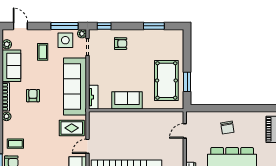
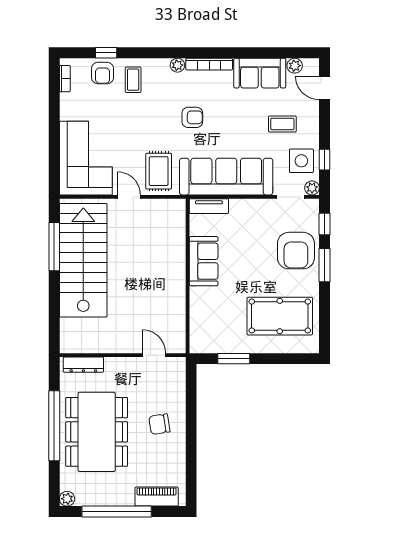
door: (20, 26) -> (324, 88), swing flipped
window: (65, 26) -> (324, 160), width x0.46
window: (154, 26) -> (324, 265), moved
armchair: (121, 44) -> (296, 251), width x1.88, depth x1.88
pool table: (166, 80) -> (280, 316), moved
armchair: (33, 96) -> (192, 117), moved

